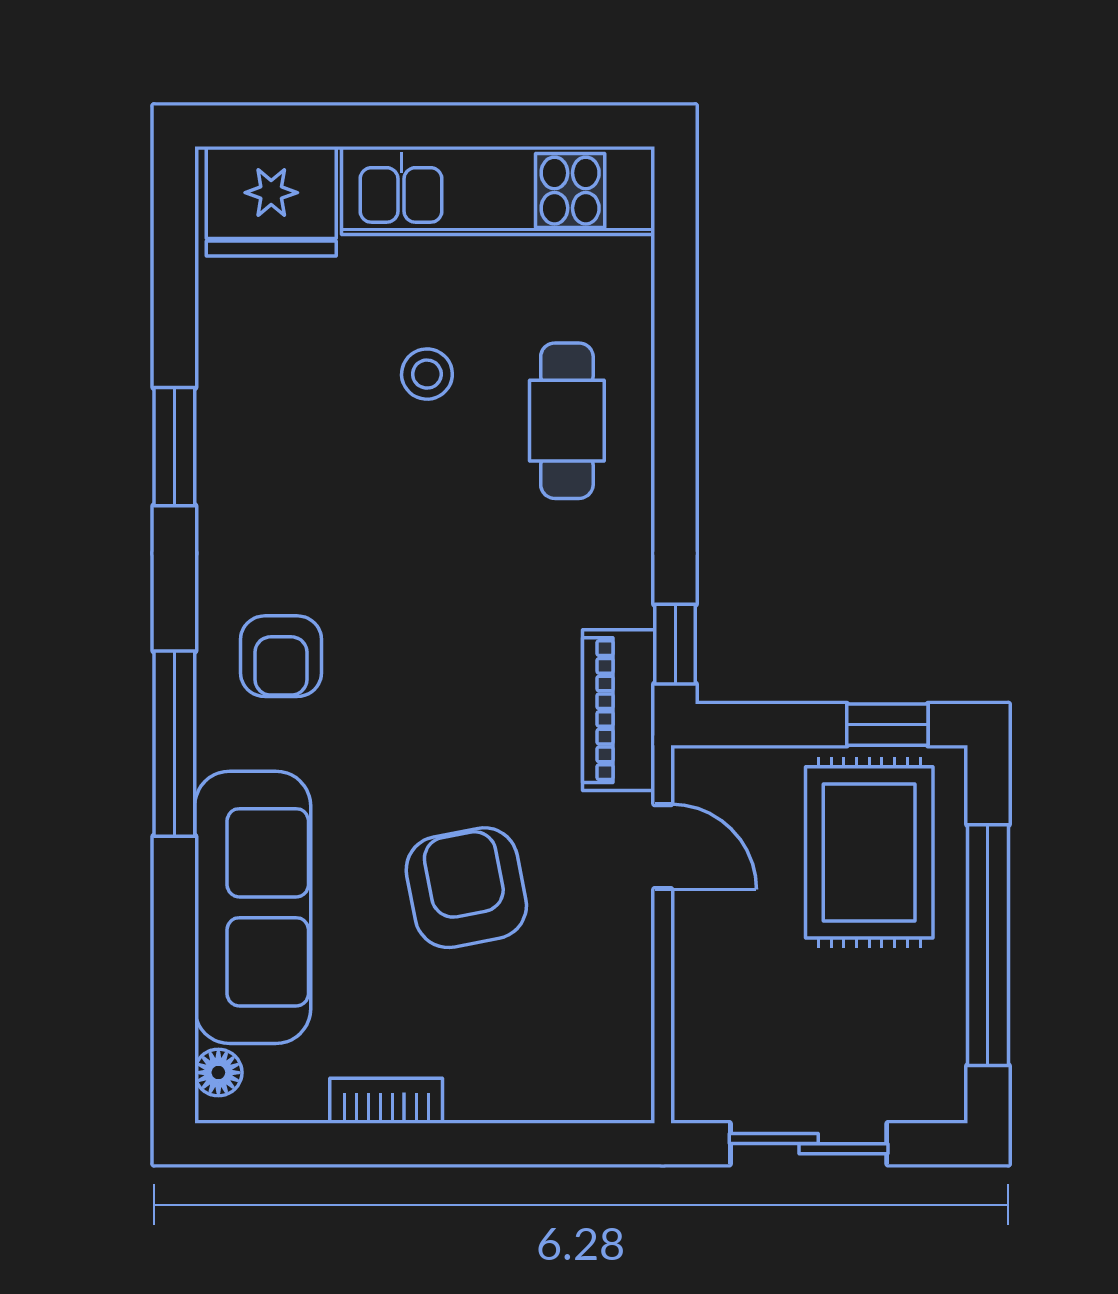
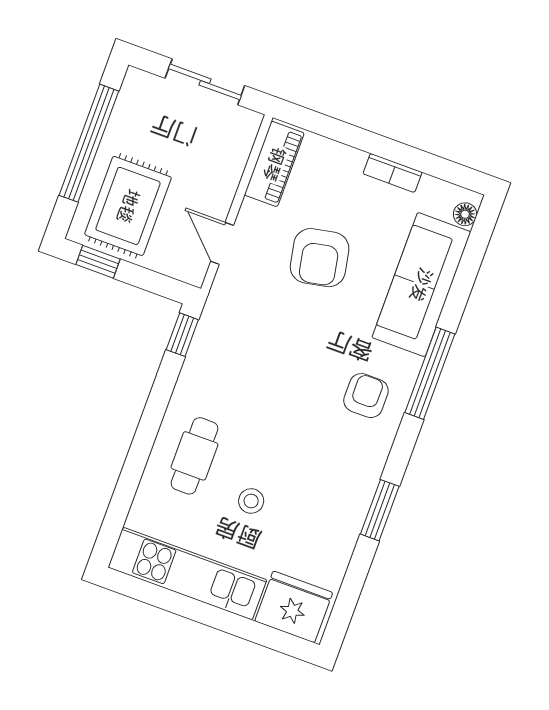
piano: (619, 710) -> (274, 164), moved

